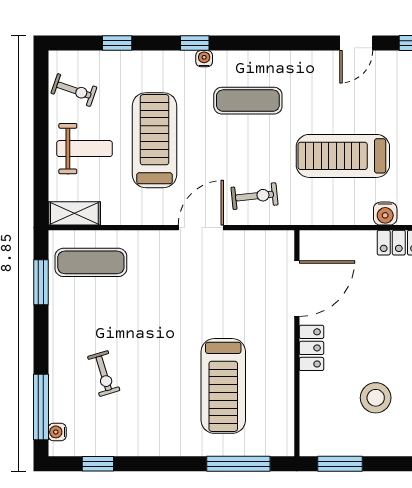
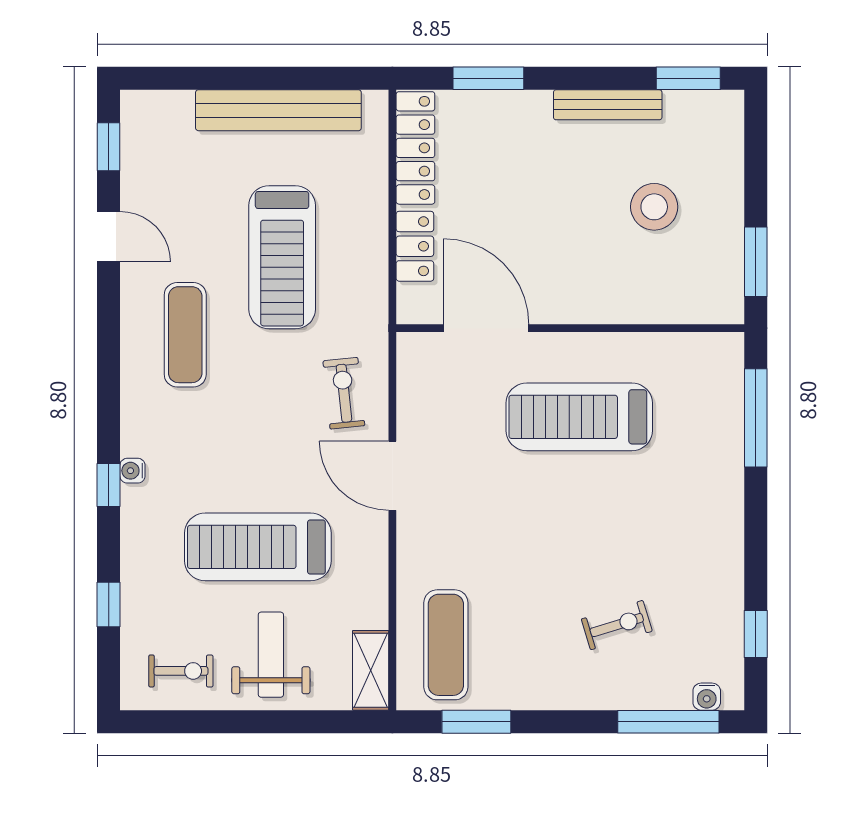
exercise bike: (74, 90) -> (181, 671), turned 71
exercise mat: (248, 101) -> (185, 335), moved
water cooler: (385, 214) -> (371, 192), removed
locker: (311, 348) -> (415, 246), moved, turned 90
treadmill: (223, 386) -> (579, 417), moved, turned 180

